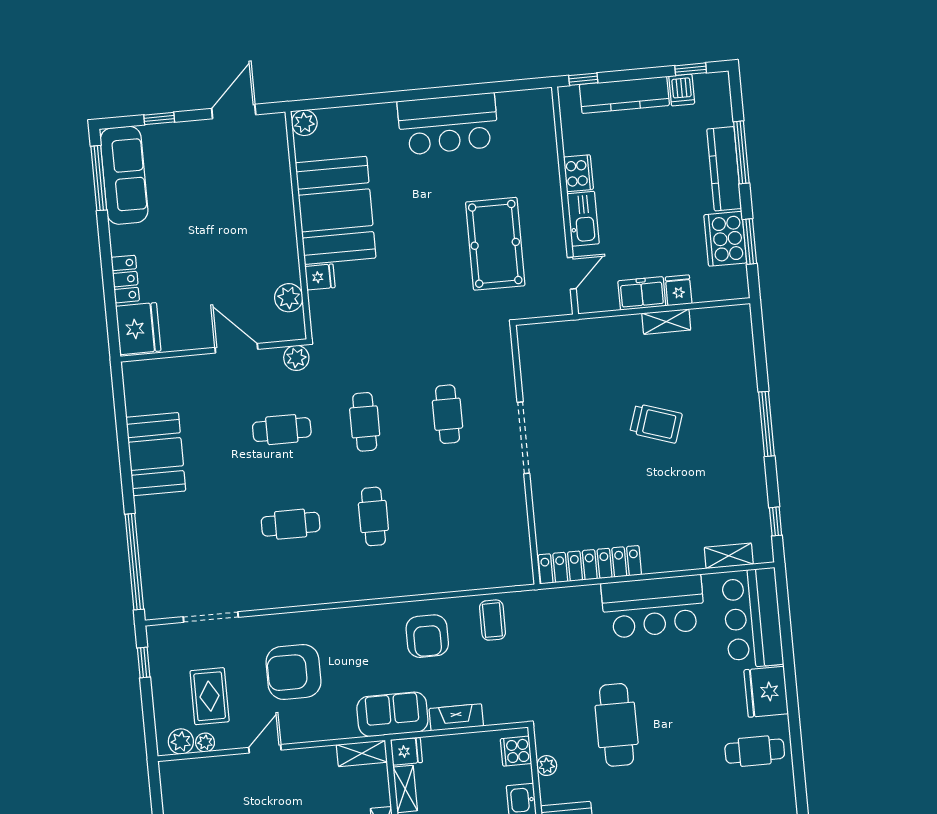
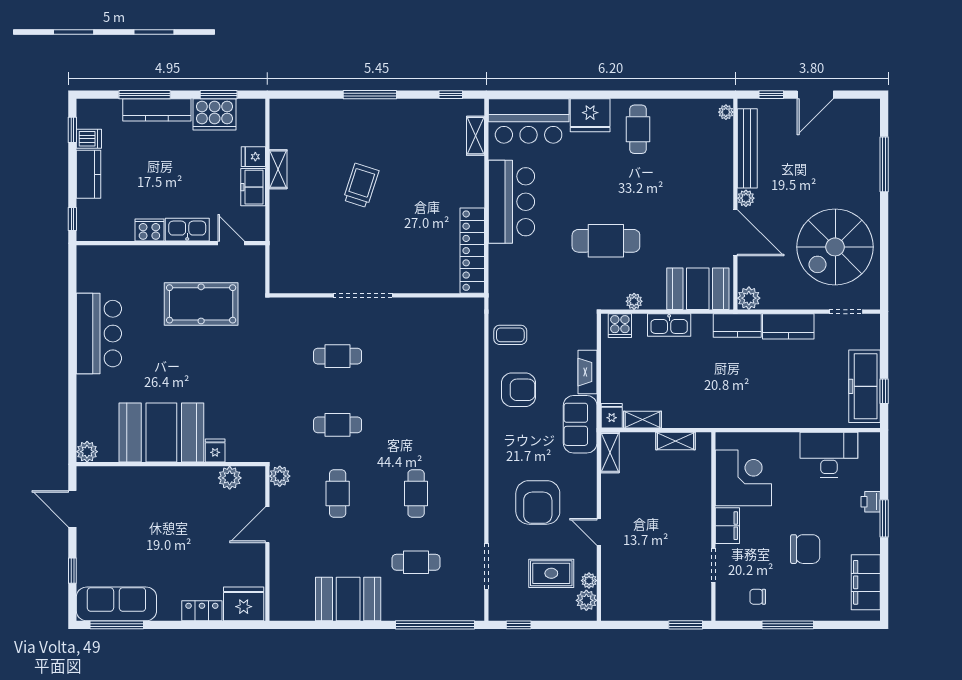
kitchen counter: (624, 95) -> (89, 174), width x0.67
cafe table: (373, 516) -> (416, 562), moved

